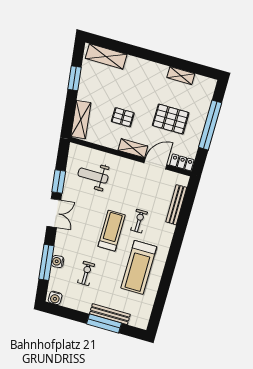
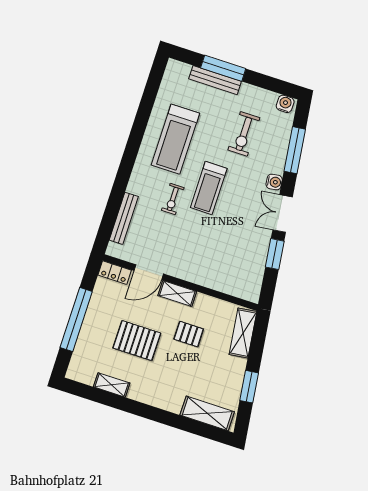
pallet: (171, 119) -> (137, 341), moved
weight bench: (93, 176) -> (230, 260), removed
water cooler: (58, 261) -> (274, 182), moved
treadmill: (139, 267) -> (175, 139), turned 180
exercise bike: (86, 273) -> (244, 134), width x1.38, depth x1.39

